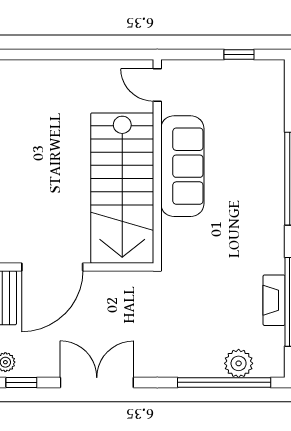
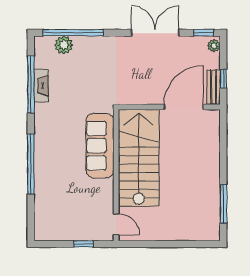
window: (239, 54) -> (84, 244), moved
sofa: (182, 166) -> (100, 146), moved
double door: (97, 382) -> (155, 33), swing flipped

